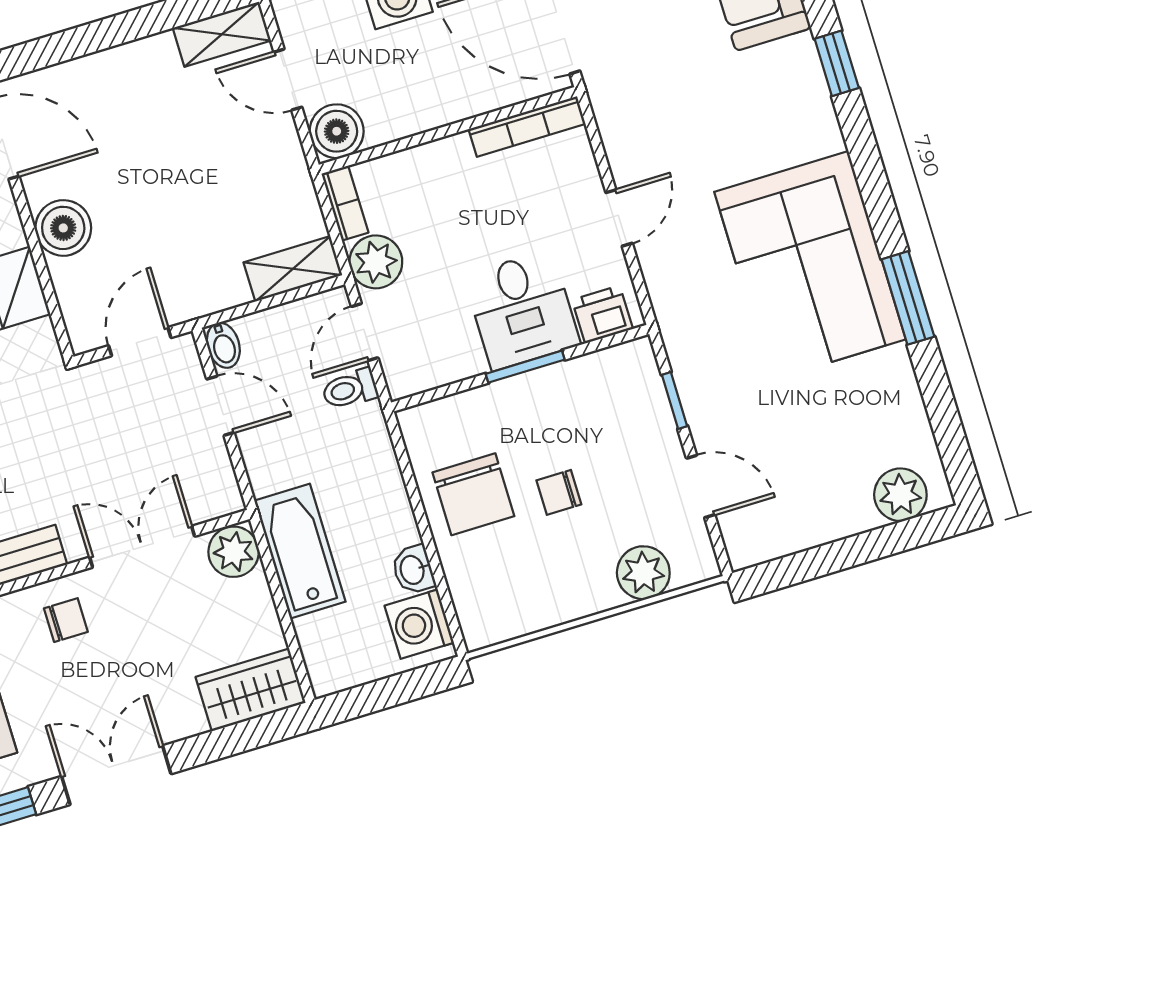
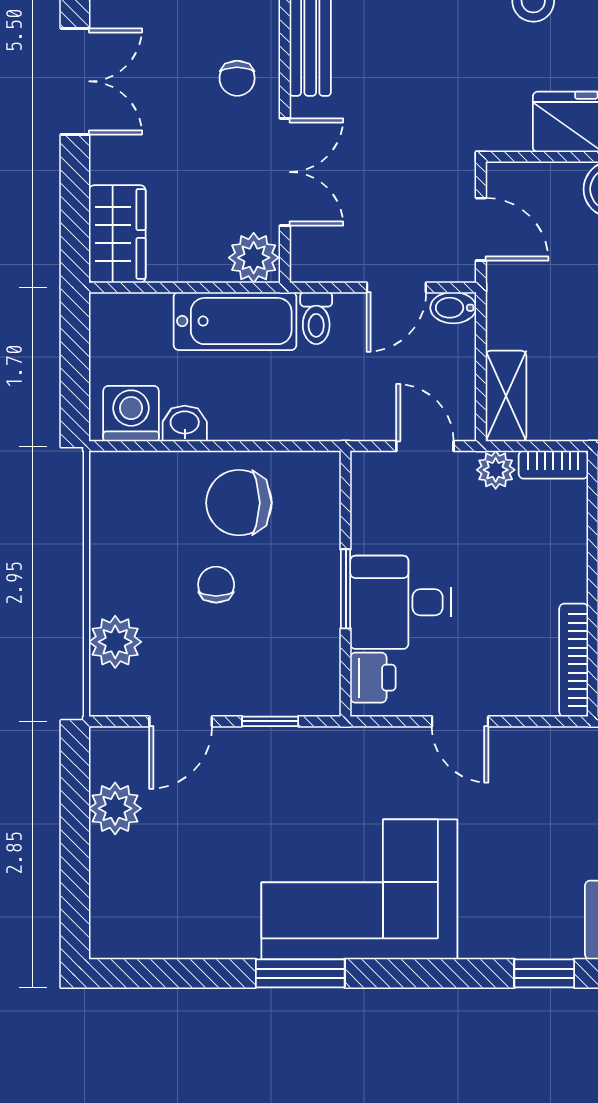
plant: (376, 262) -> (496, 470), width x0.73, depth x0.73
toilet: (350, 389) -> (316, 318), moved, turned 180
plant: (900, 495) -> (115, 808), moved

